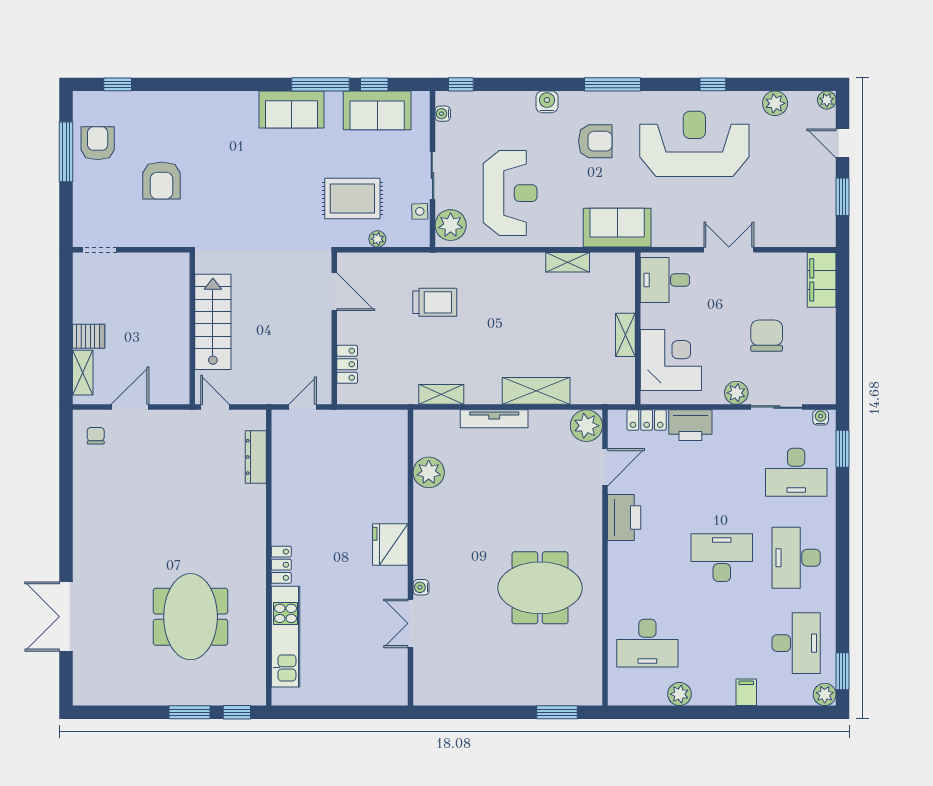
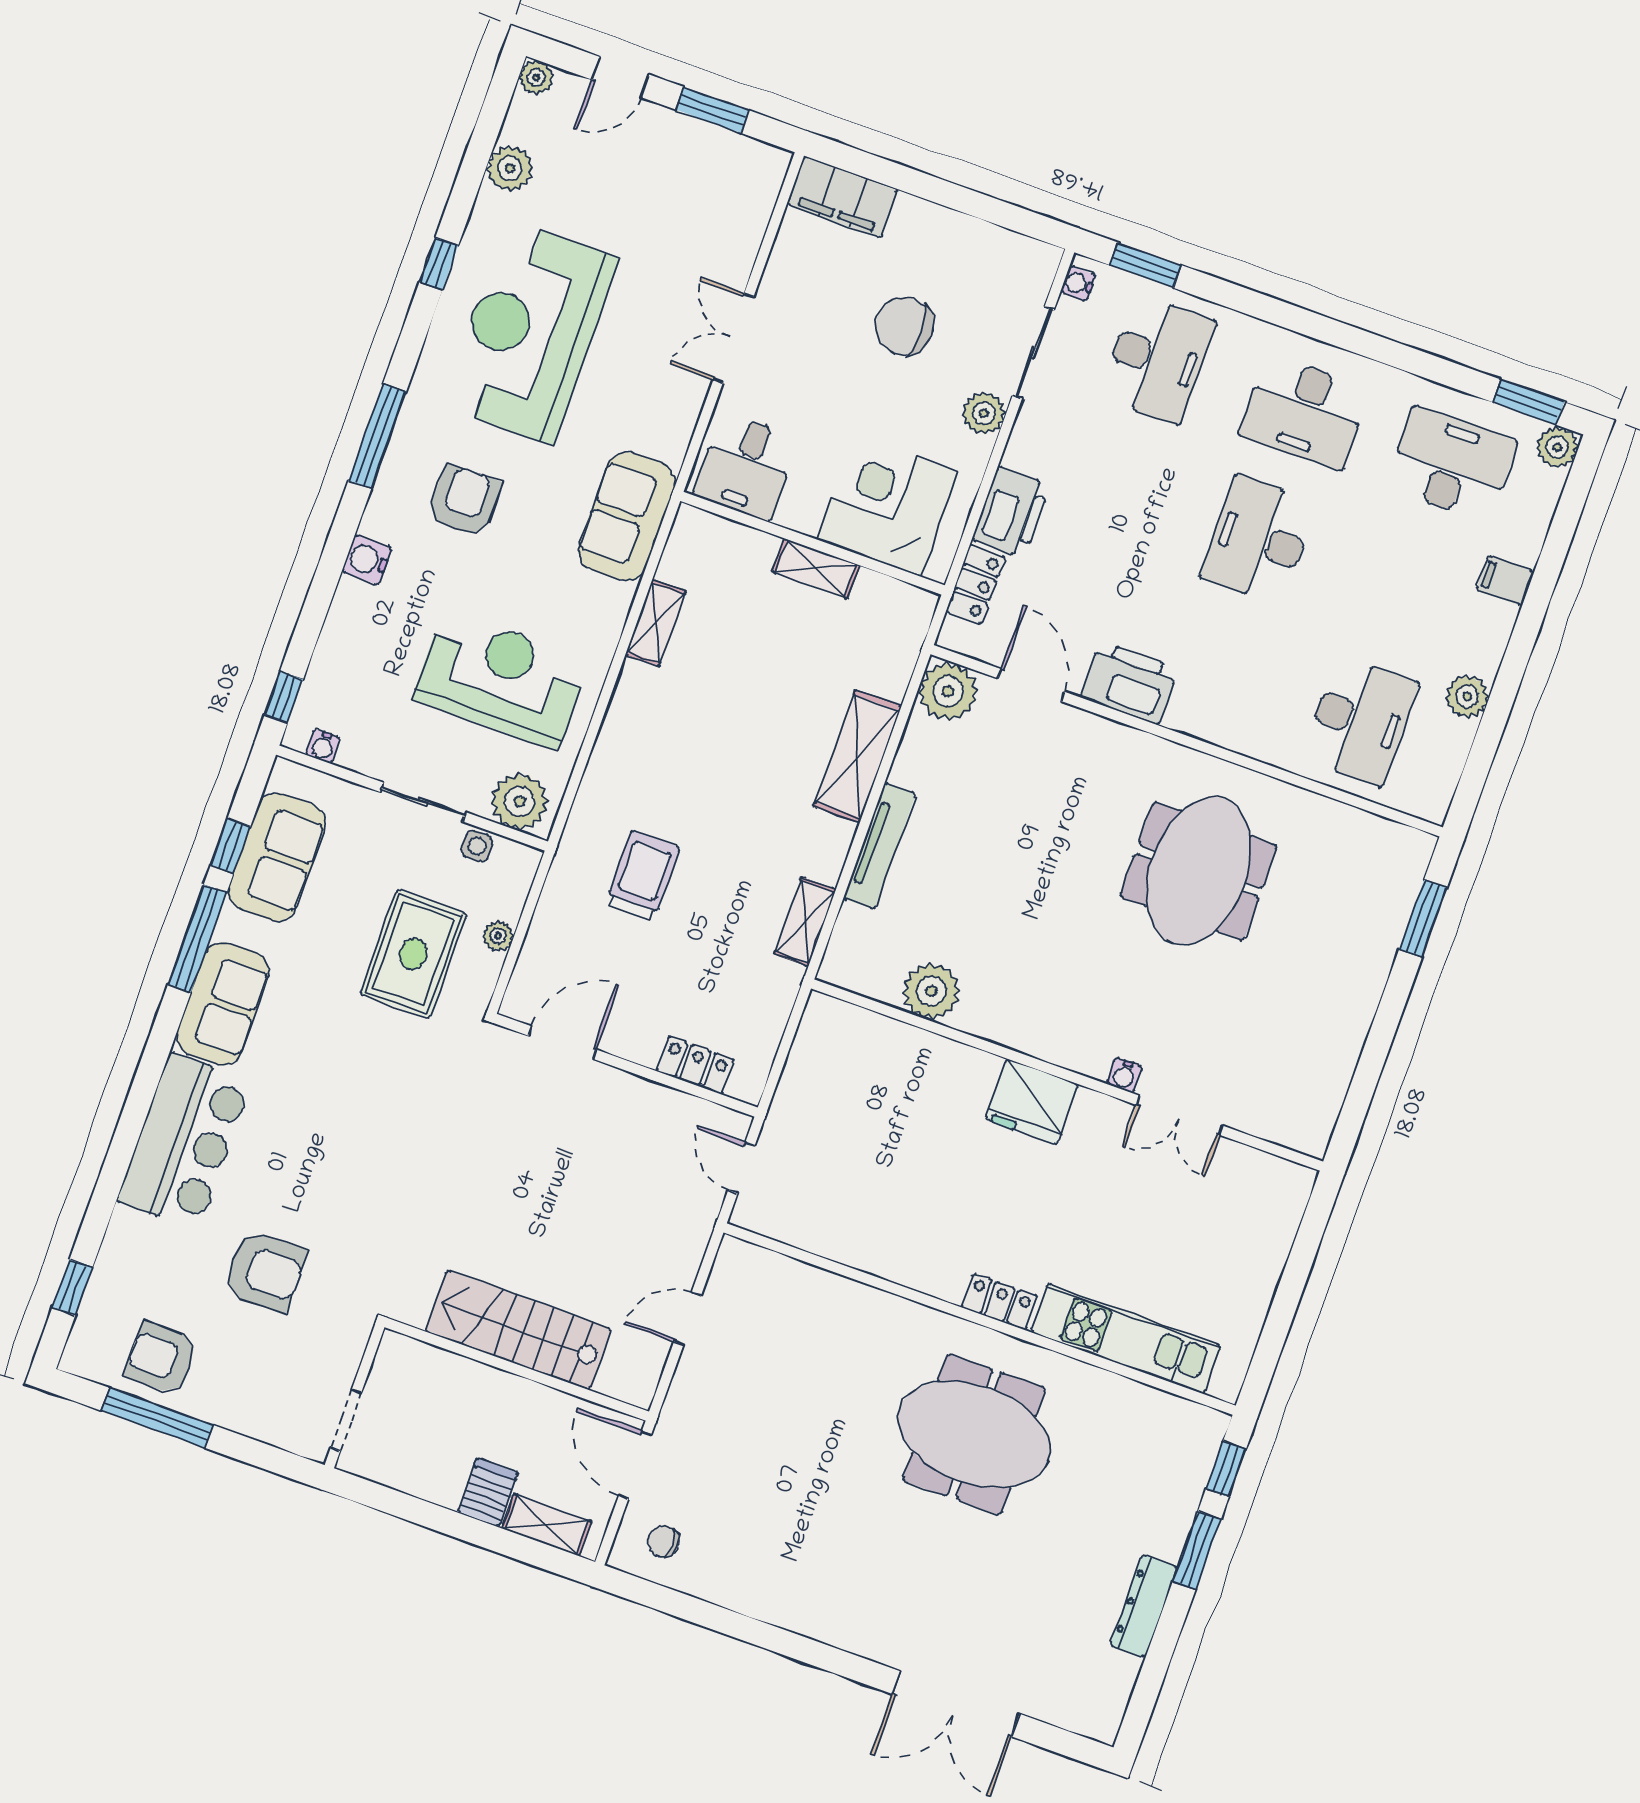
bar counter: (214, 115) -> (185, 1141), added
stairs: (213, 322) -> (518, 1330), moved
wall: (192, 328) -> (517, 1369), moved
dresser: (256, 457) -> (1144, 1606), moved, turned 90
meeting table: (191, 617) -> (974, 1434), moved

